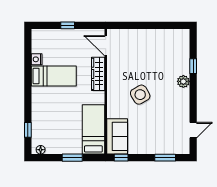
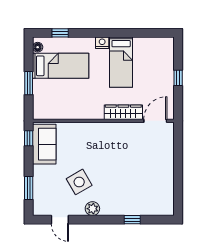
nightstand: (37, 59) -> (102, 43), moved
plant: (183, 81) -> (92, 209), moved
side table: (140, 95) -> (79, 182), moved
bed: (93, 129) -> (61, 66), moved
sofa: (117, 136) -> (44, 144), moved, turned -90

